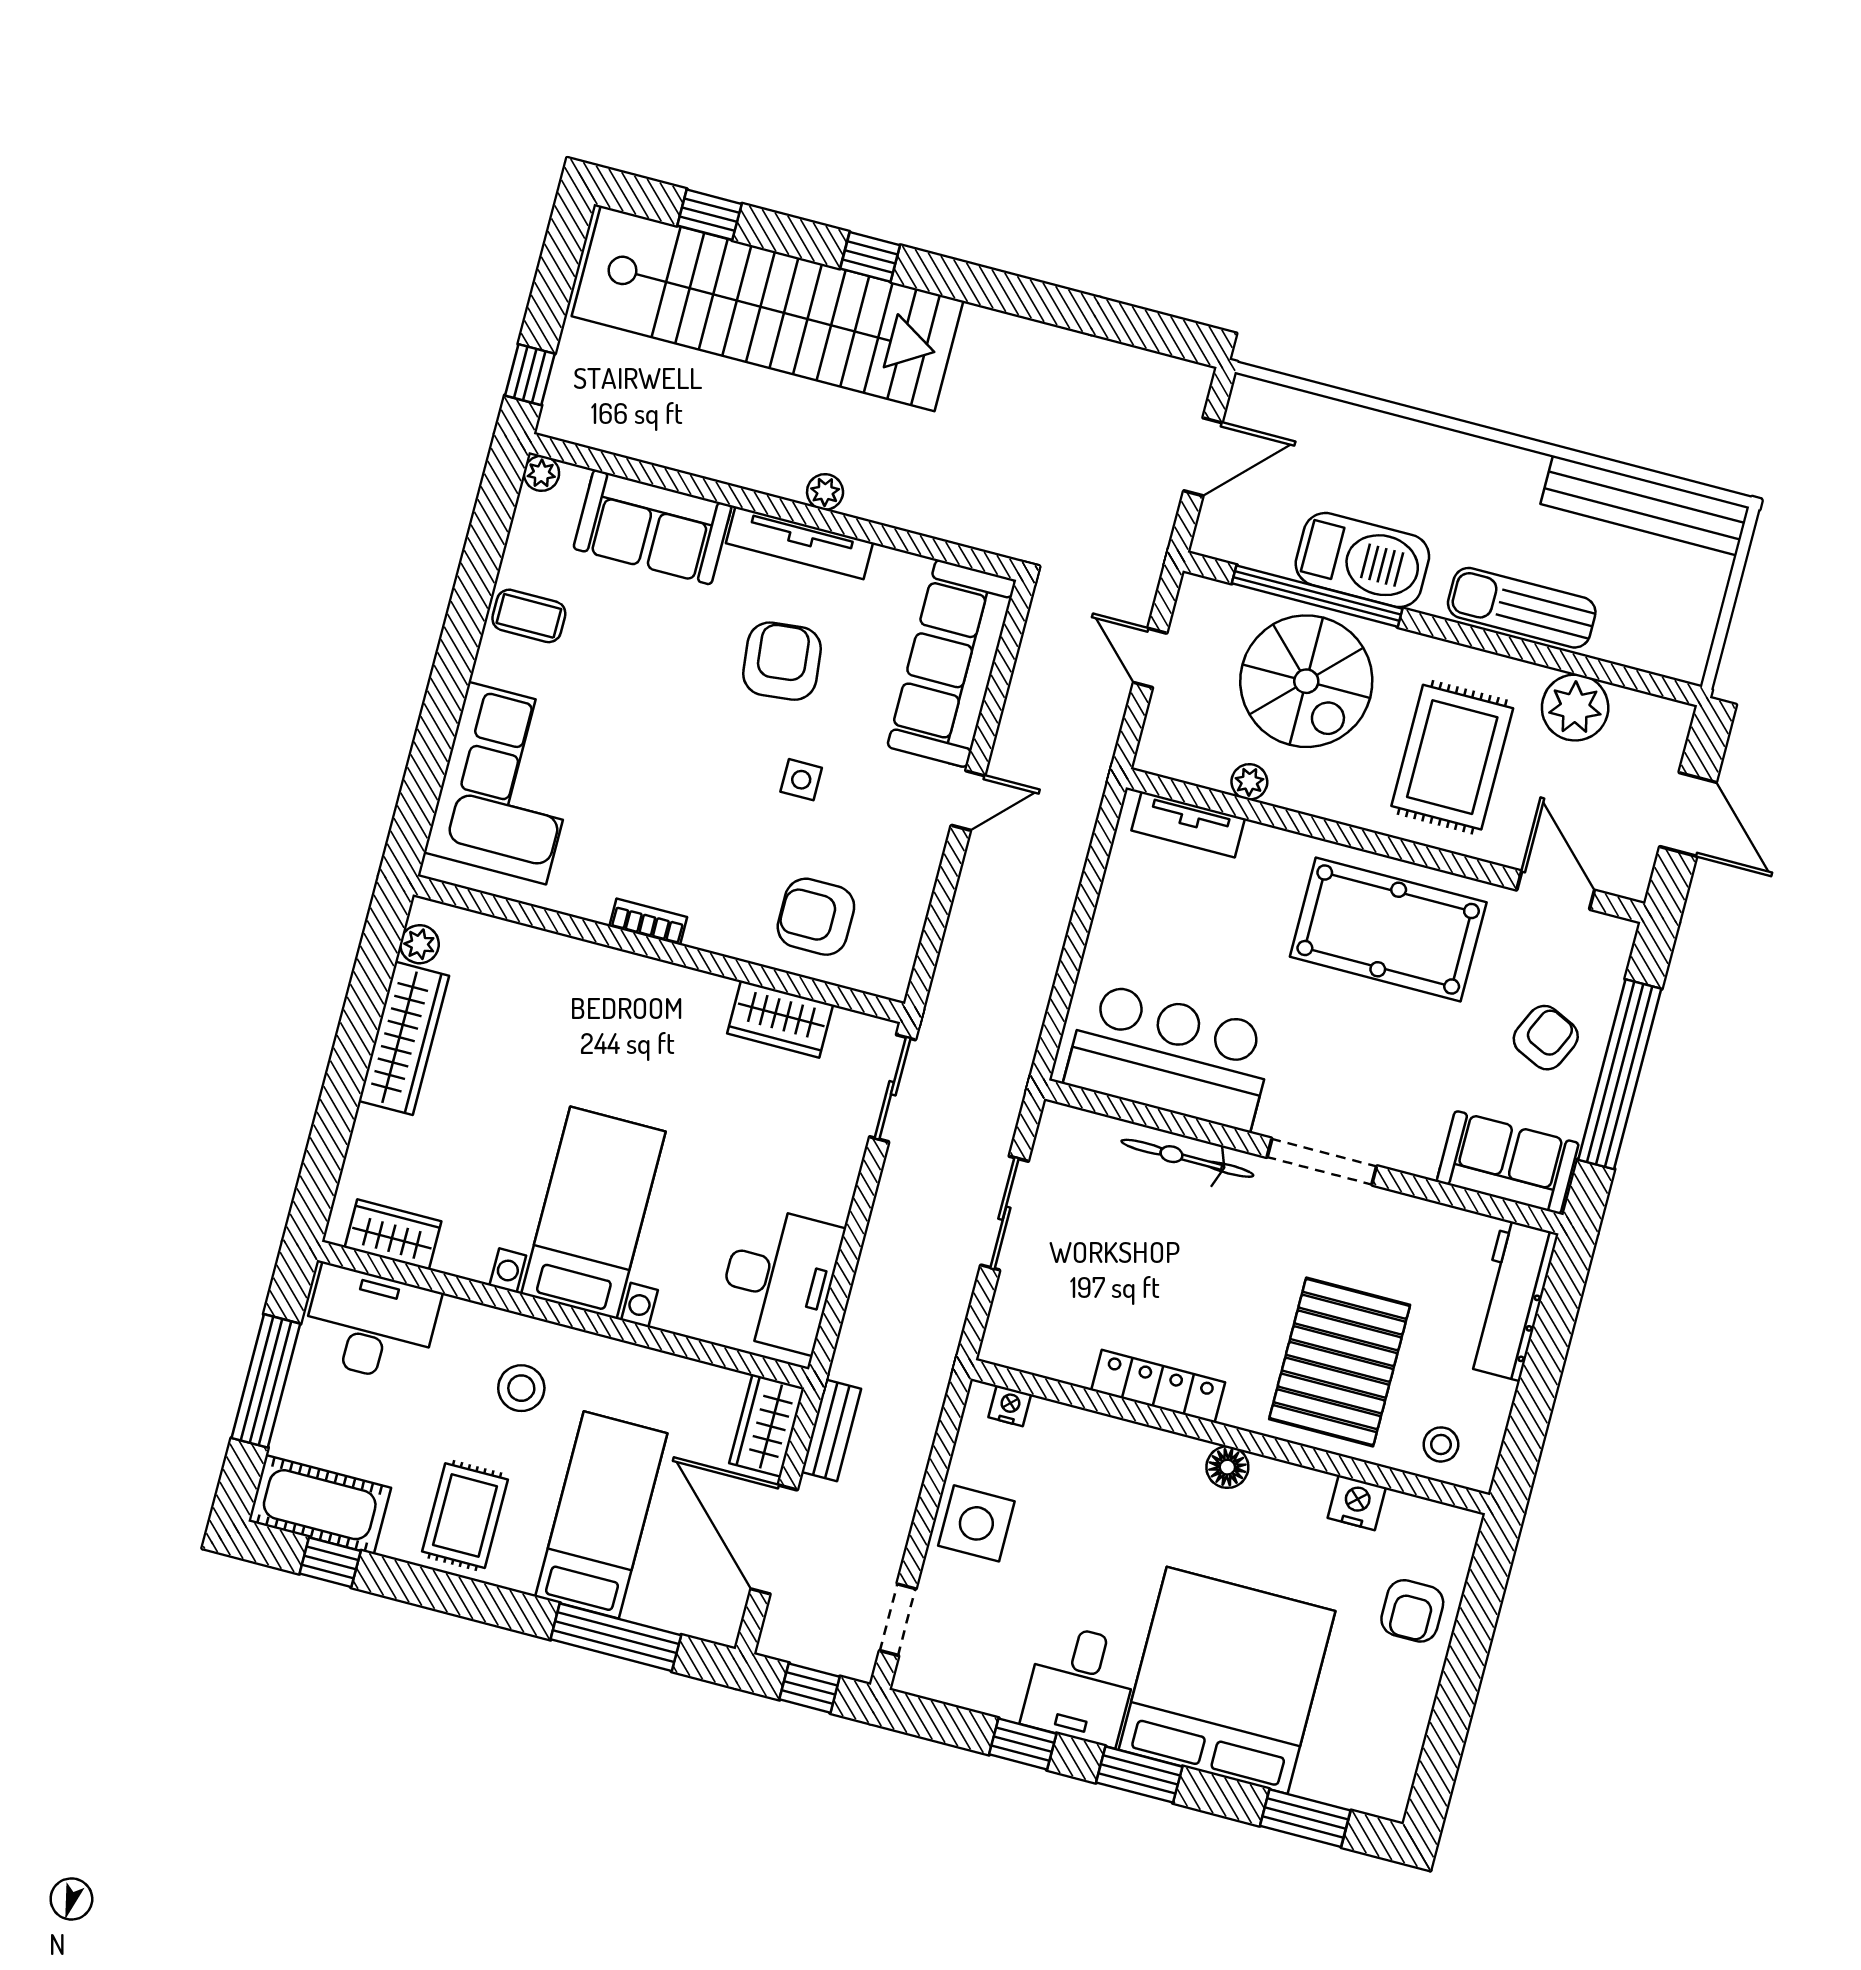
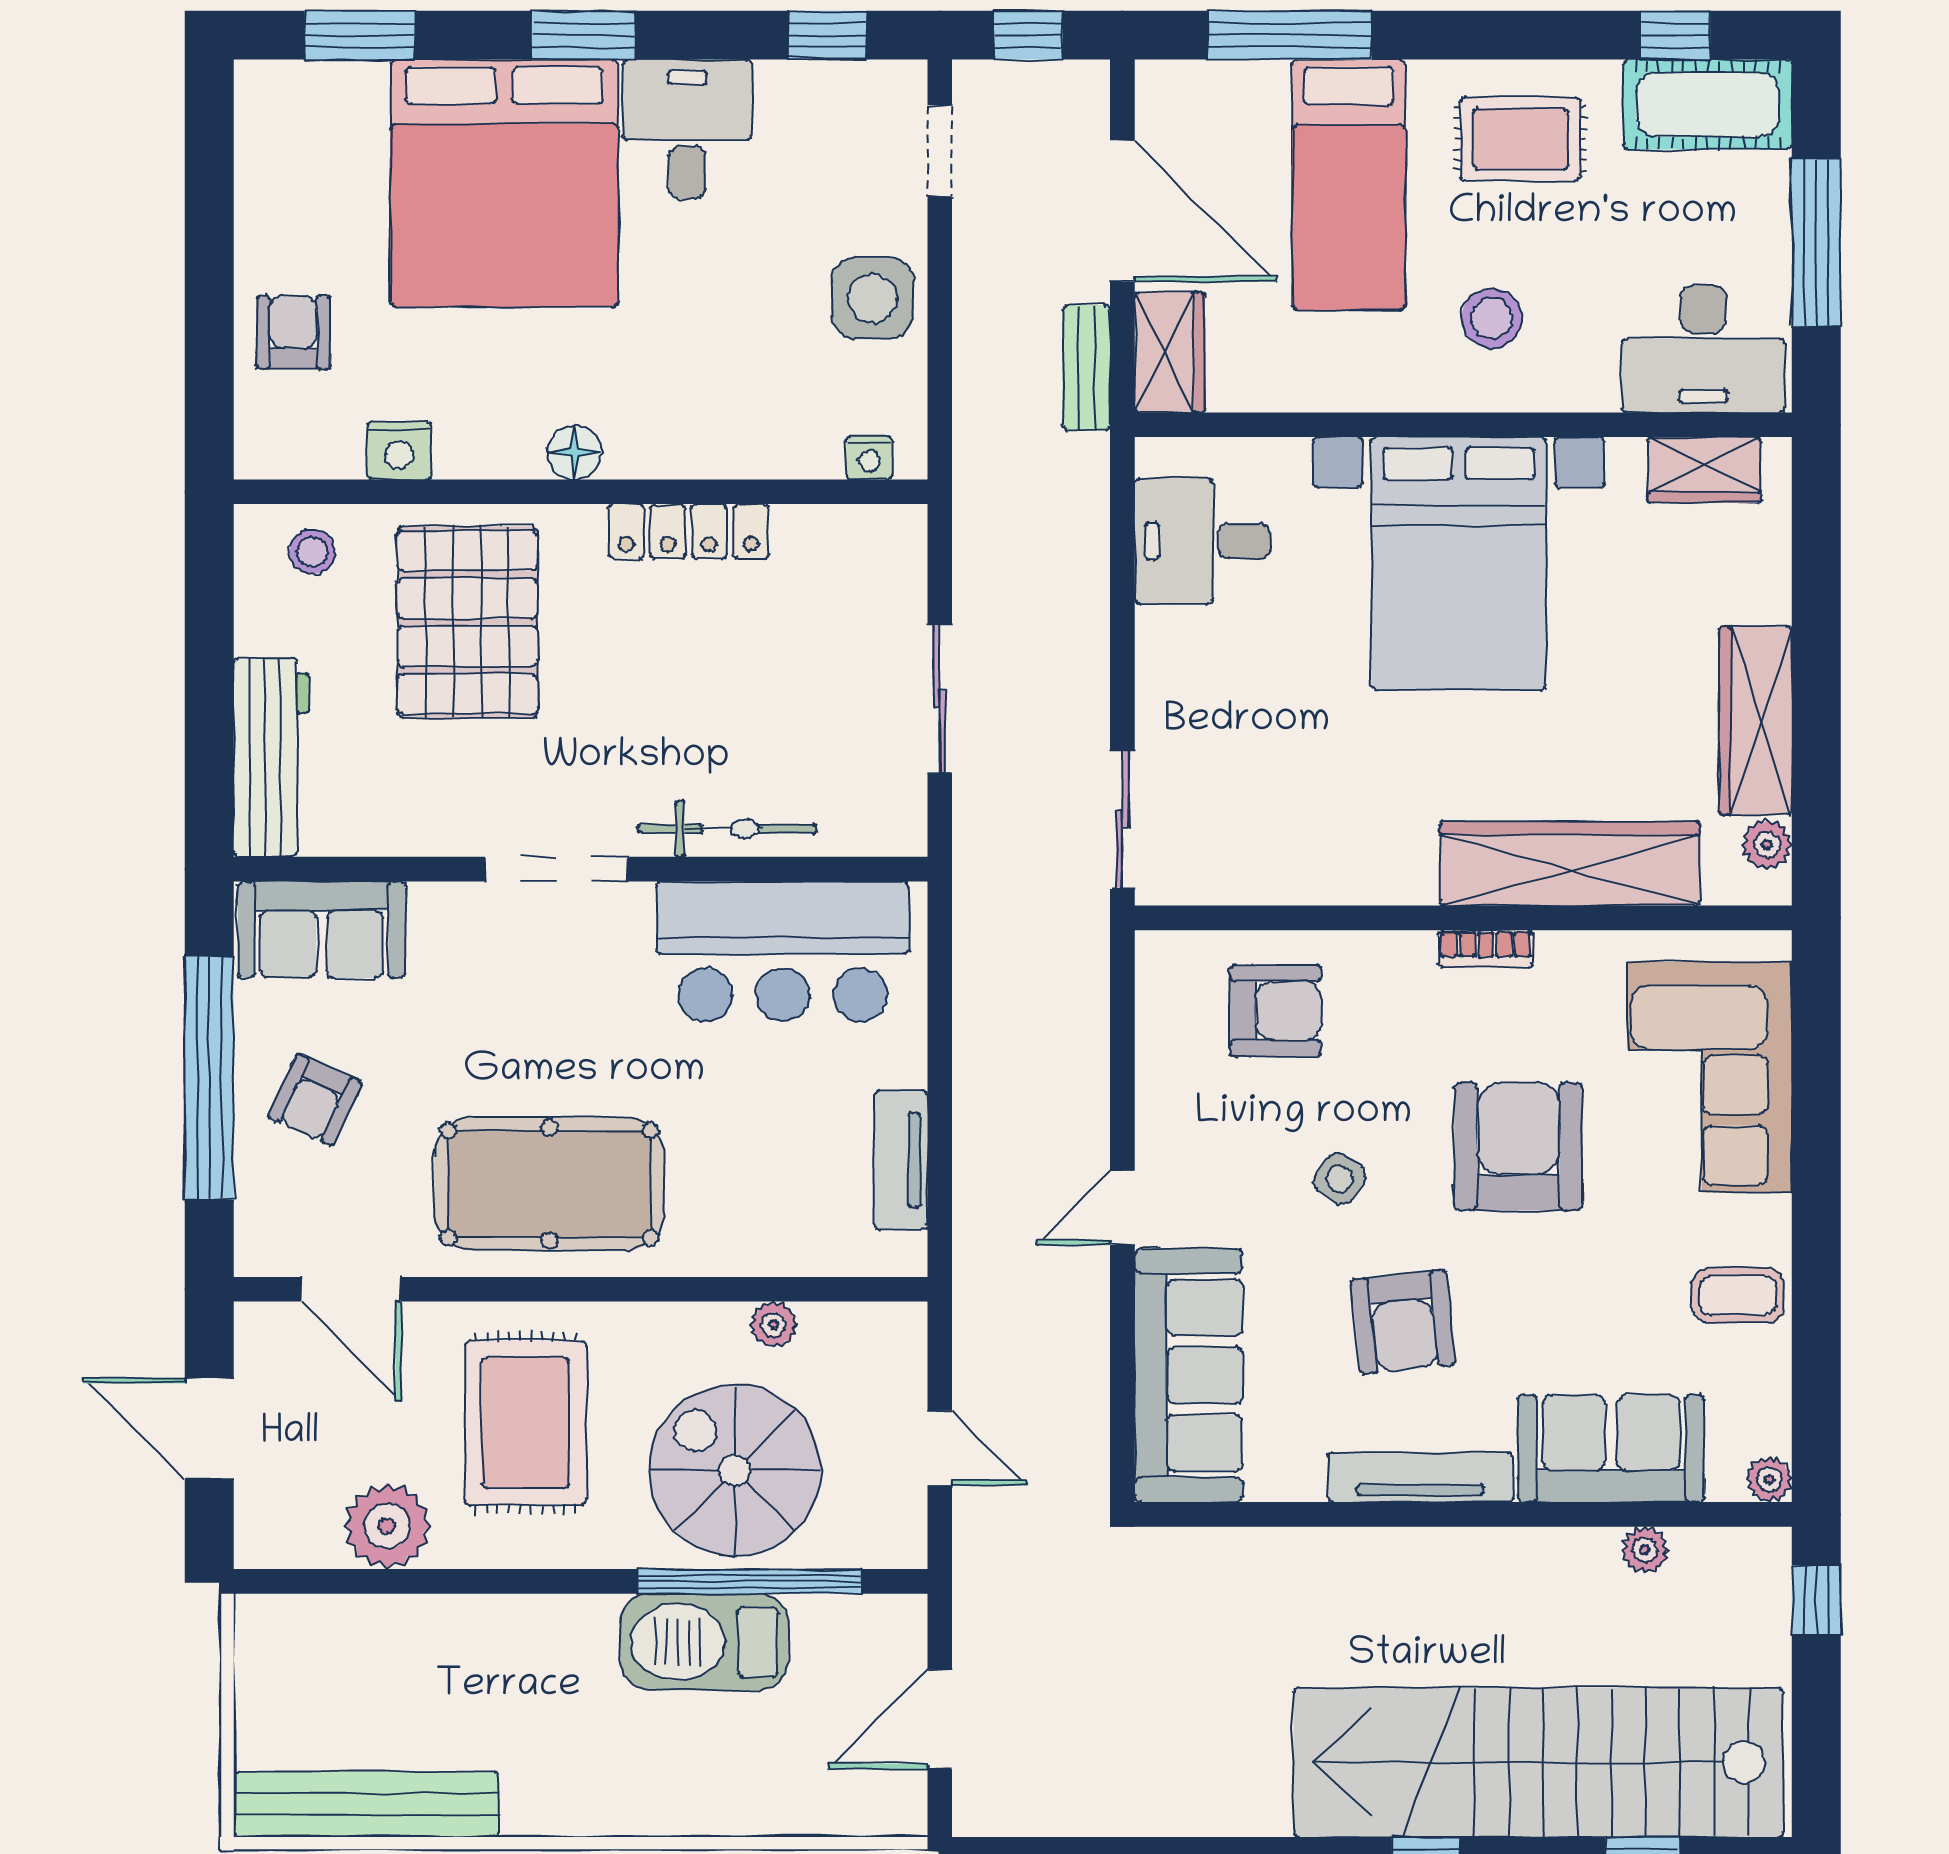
plant: (825, 492) -> (1645, 1550), moved
sun lounger: (1522, 608) -> (487, 1634), removed
armchair: (662, 769) -> (1518, 1146), added
side table: (801, 780) -> (1340, 1179), turned 36
tv unit: (1188, 824) -> (901, 1160), moved, turned -90
wardrobe: (780, 1019) -> (1570, 863), moved, width x2.10, depth x1.17
bed with nightstands: (593, 1213) -> (1459, 563), width x1.36
desk: (779, 1279) -> (1202, 541), width x0.73
rug: (465, 1516) -> (1520, 139), turned 90
window: (1023, 1744) -> (828, 35), moved

